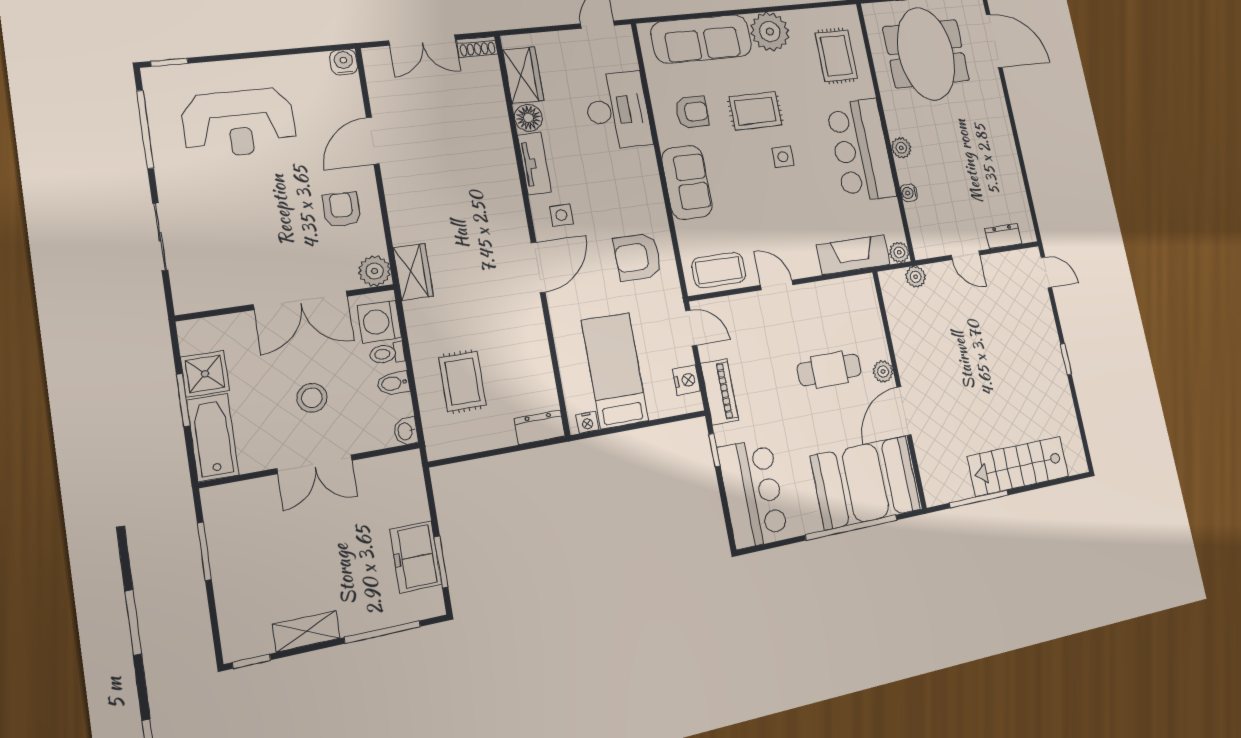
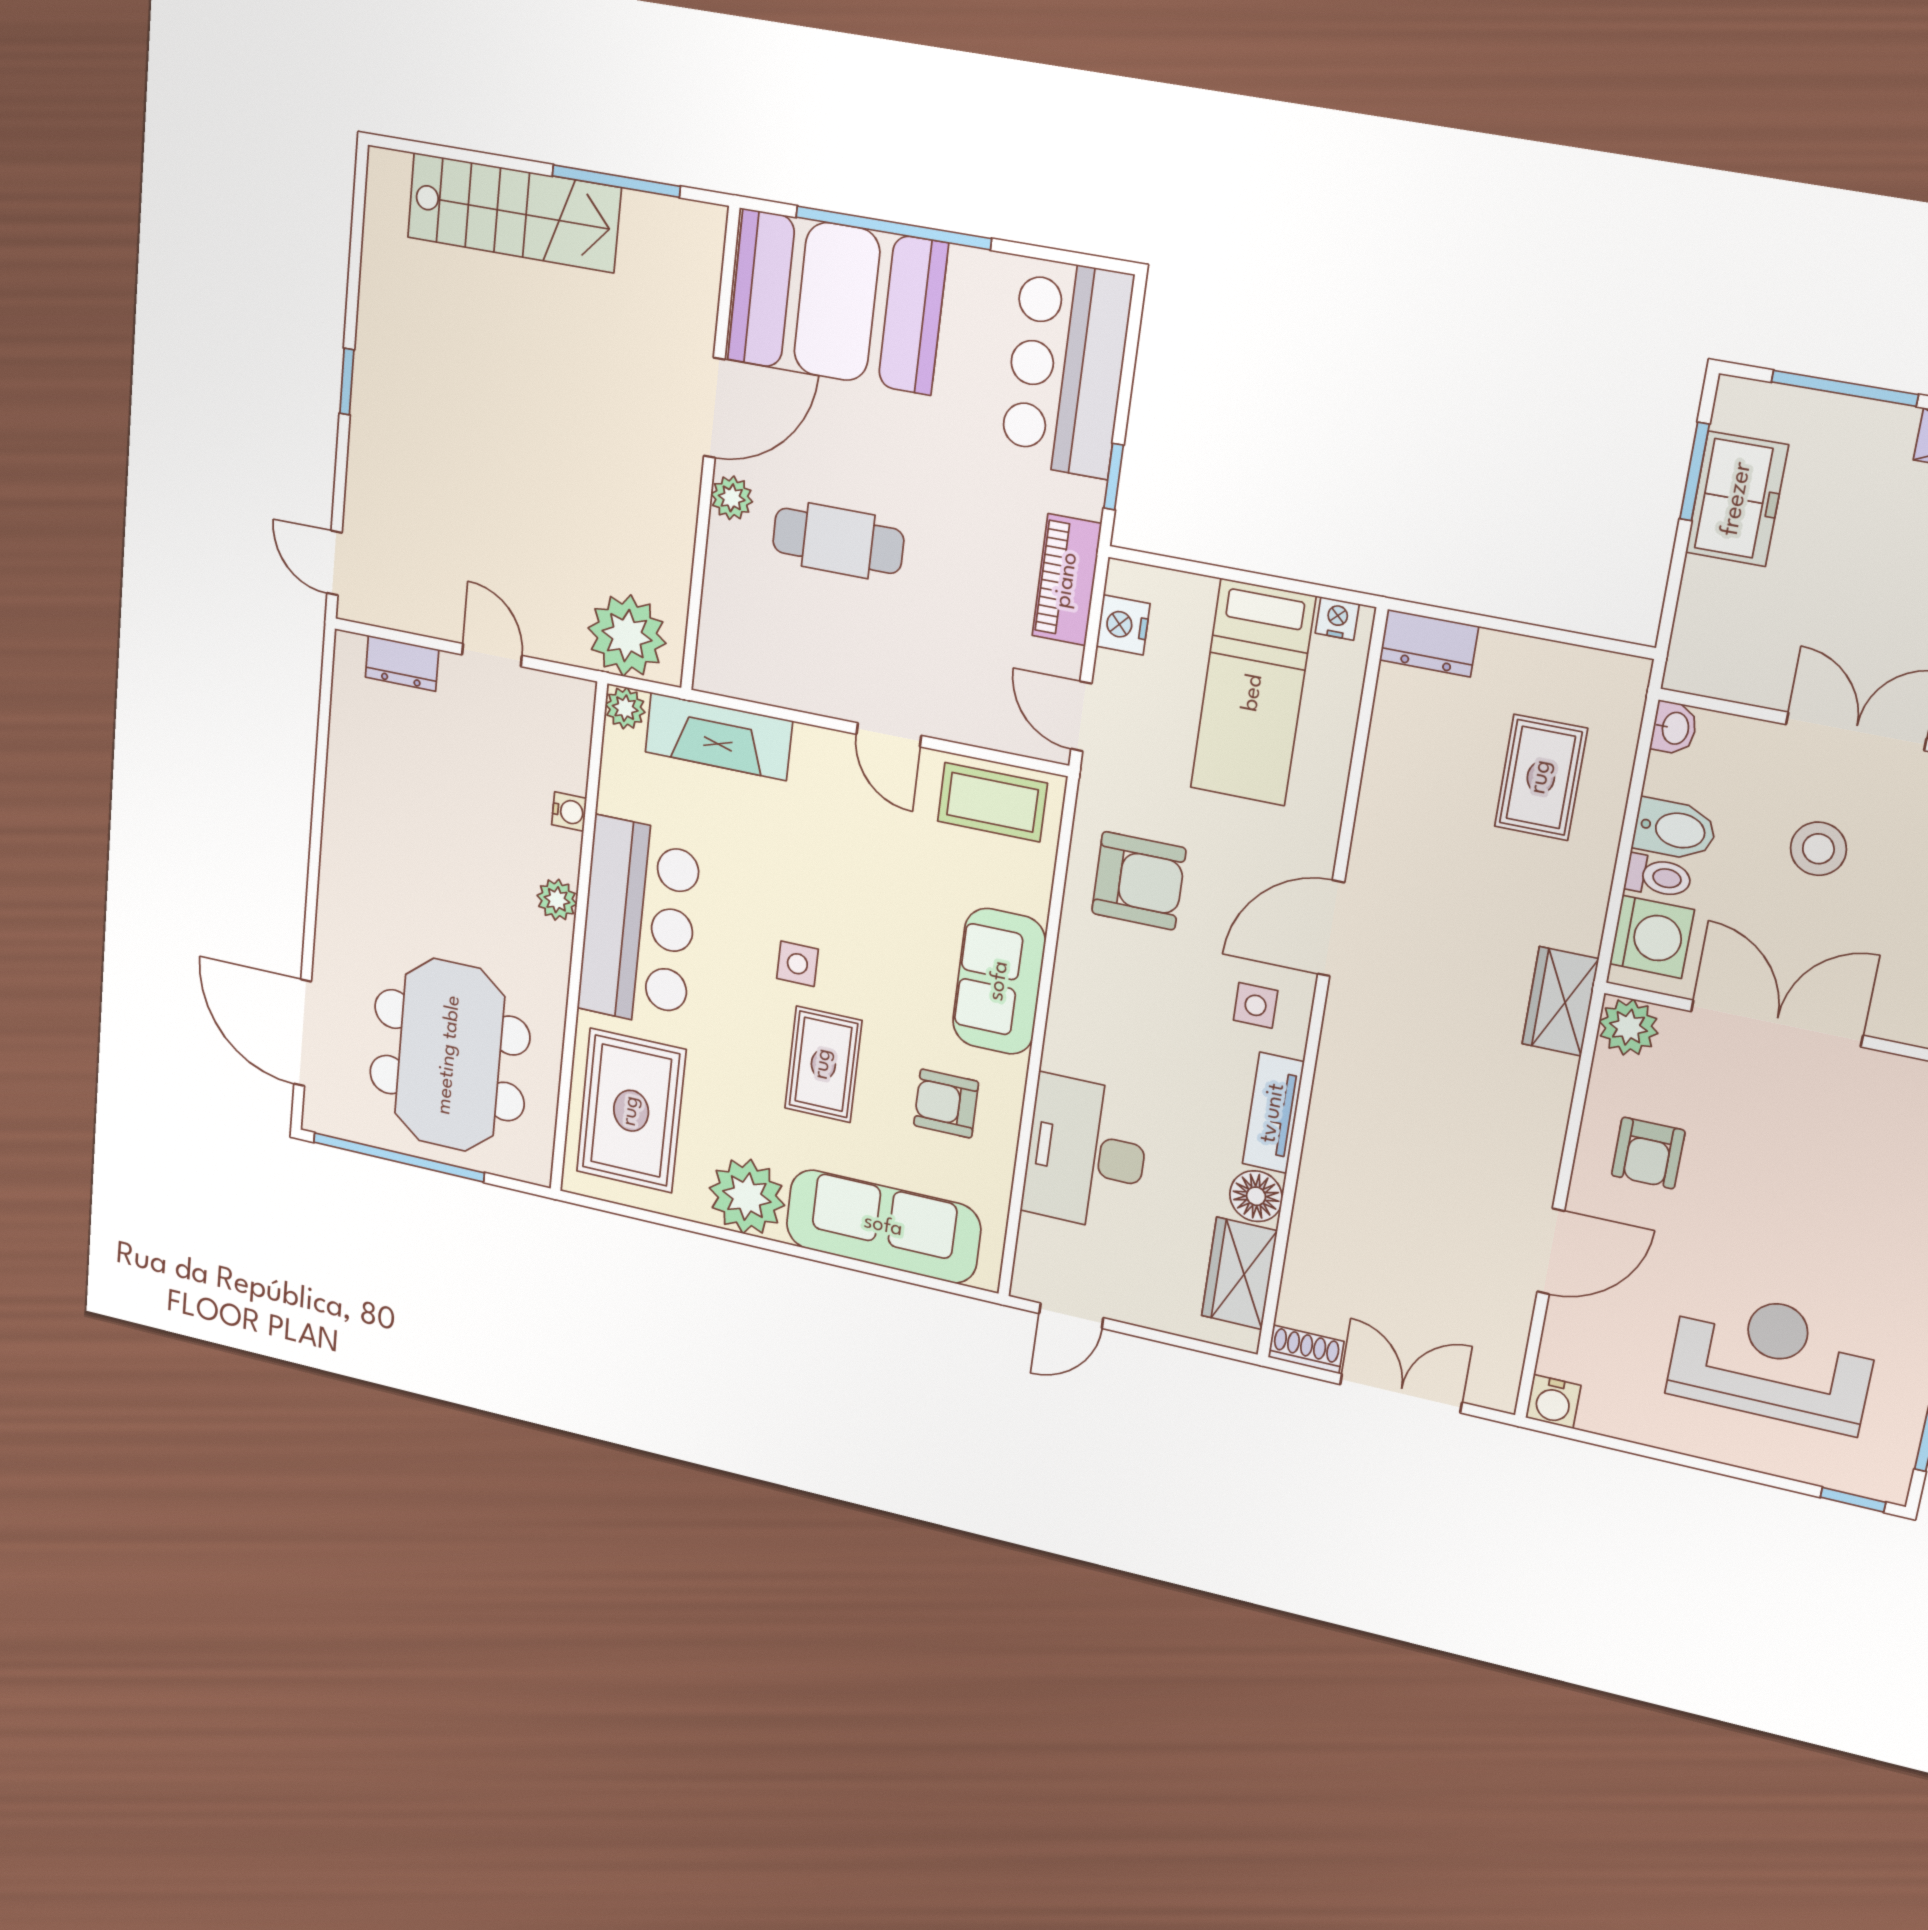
rug: (836, 56) -> (631, 1111), width x1.36, depth x1.43
rug: (755, 111) -> (823, 1064), turned 90
plant: (916, 277) -> (627, 636), width x1.88, depth x1.88
bidet: (393, 383) -> (1675, 829), width x1.38, depth x1.36

